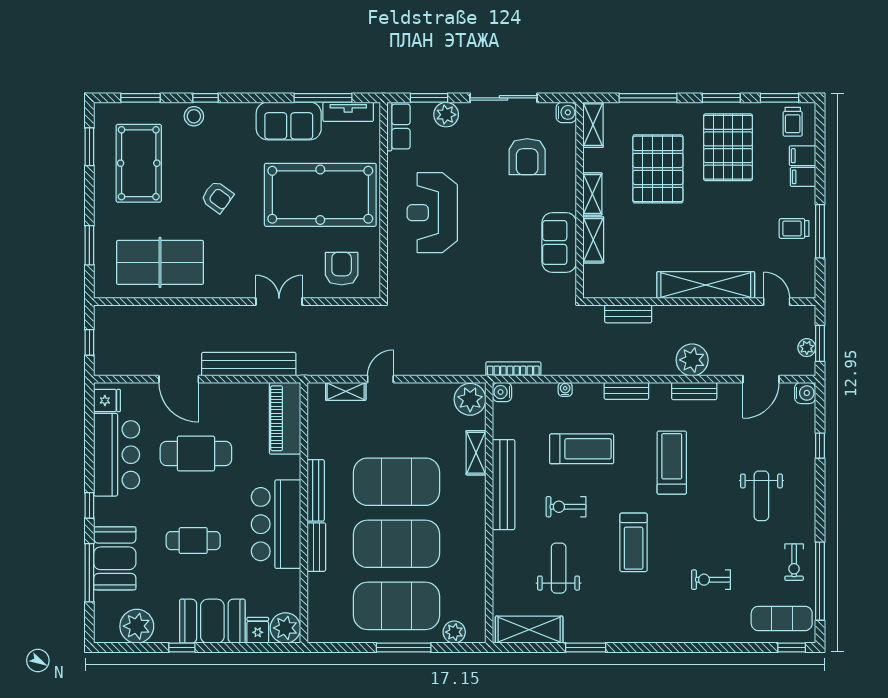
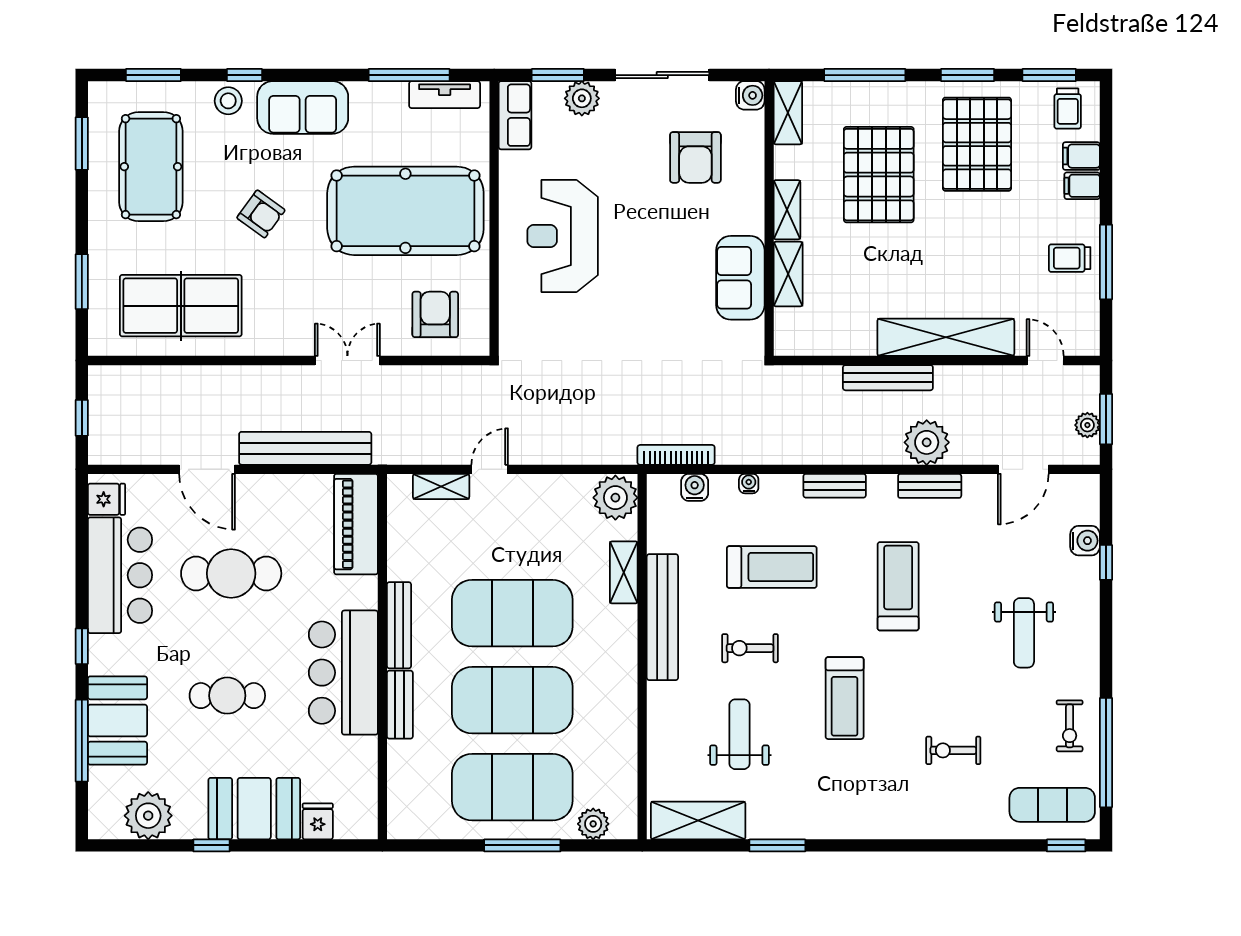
sofa: (289, 121) -> (303, 107), moved
bench: (628, 314) -> (888, 378), moved, width x1.36
water cooler: (502, 392) -> (695, 487), moved, turned 90
water cooler: (805, 393) -> (1085, 541), moved
plant: (285, 628) -> (357, 818), removed

